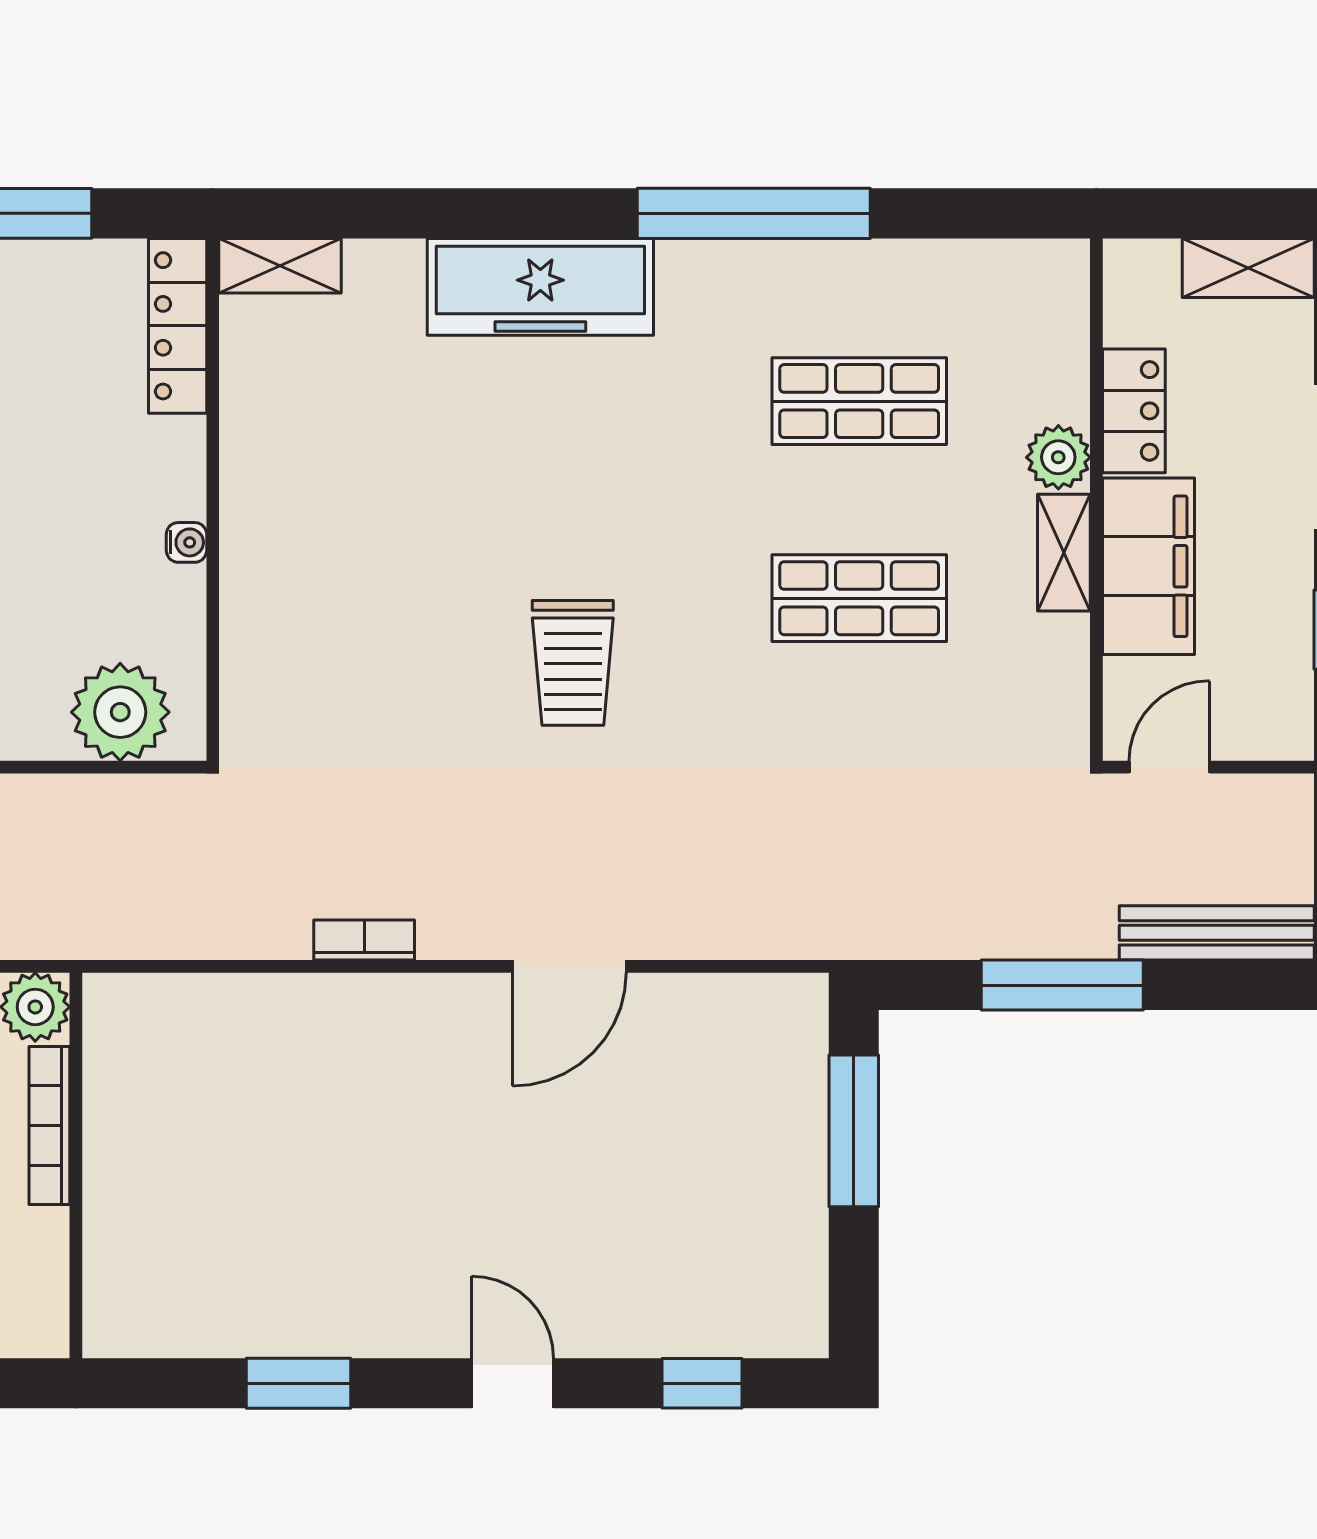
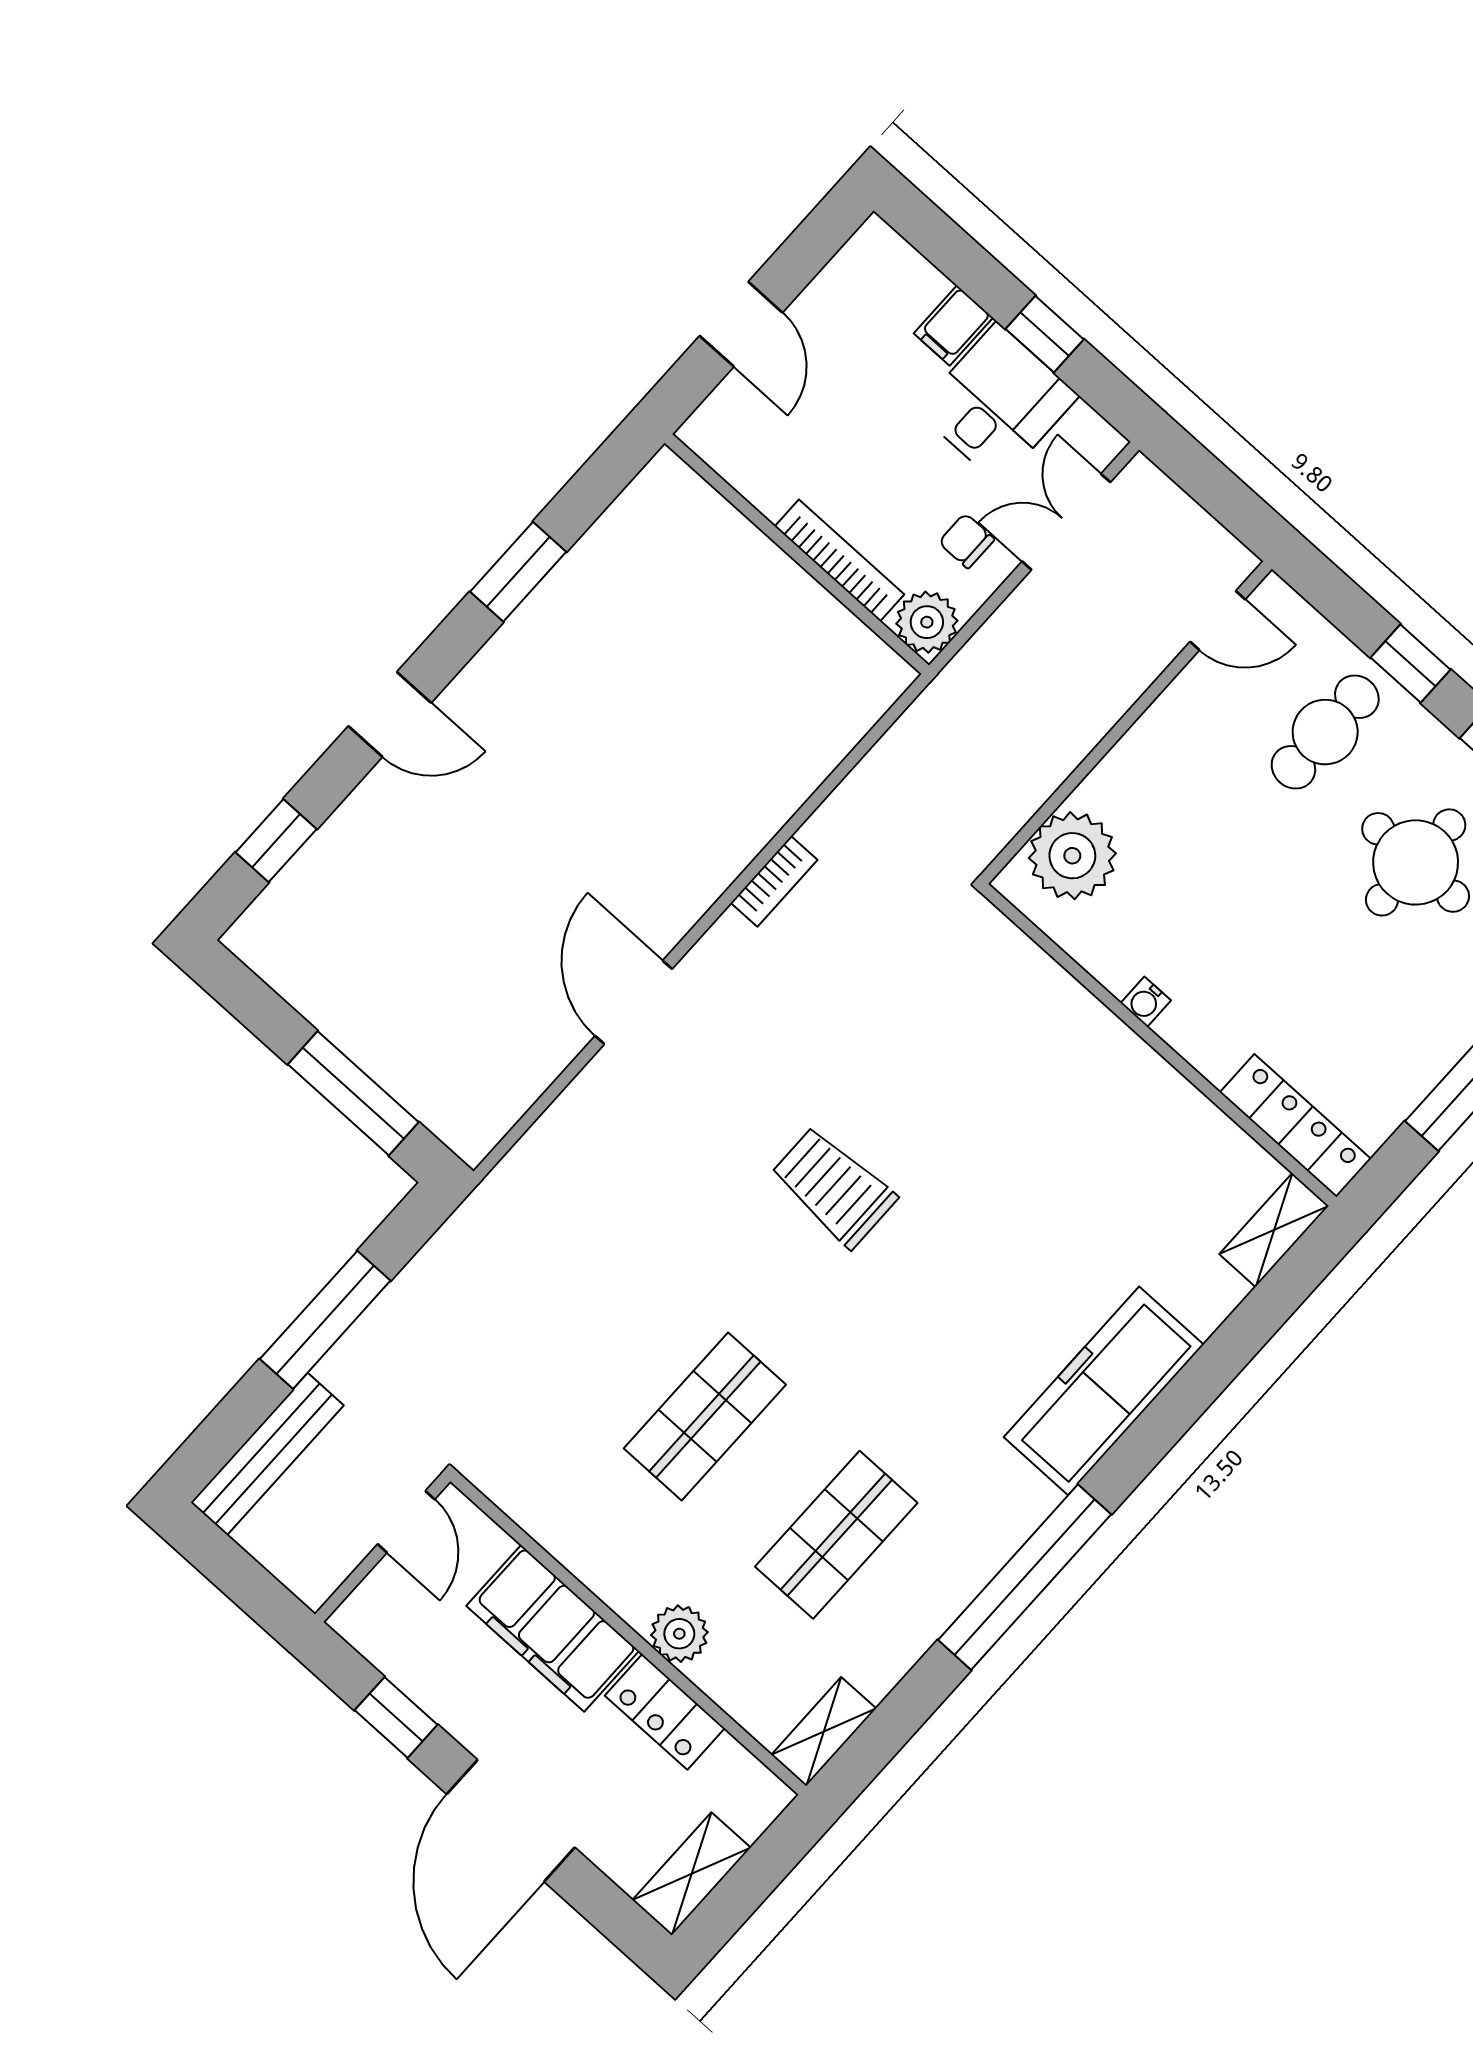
shelving: (1064, 553) -> (824, 1732), moved, turned 90

